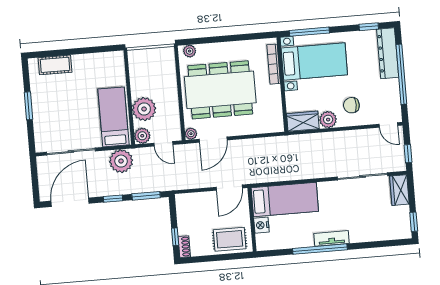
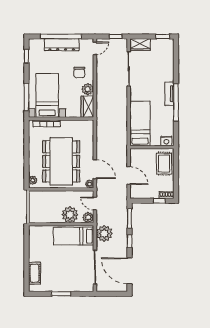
dresser: (388, 53) -> (62, 45), moved
door: (163, 144) -> (95, 203), swing flipped
door: (229, 188) -> (129, 176), moved
nightstand: (261, 225) -> (166, 141), moved

